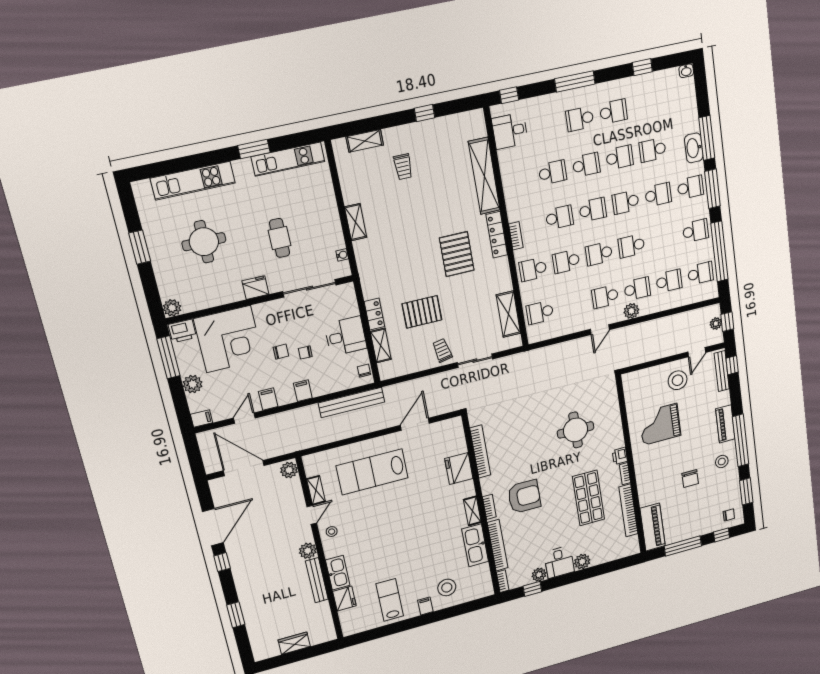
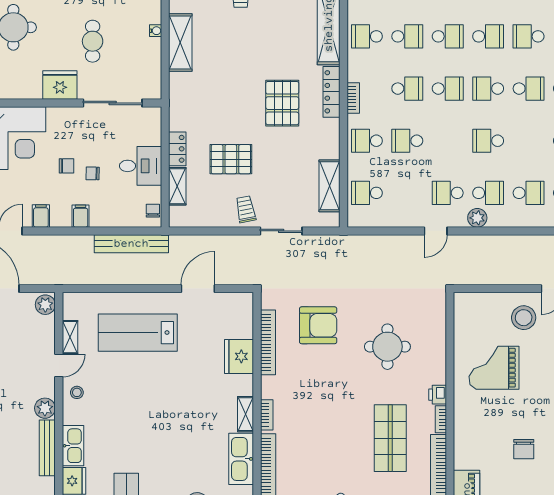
shelving: (356, 222) -> (180, 42), width x1.50, depth x1.33
school desk: (599, 254) -> (367, 36), moved
water cooler: (342, 255) -> (156, 31), moved
fridge: (256, 288) -> (60, 85), width x1.36, depth x1.34
armchair: (524, 497) -> (318, 325), moved

